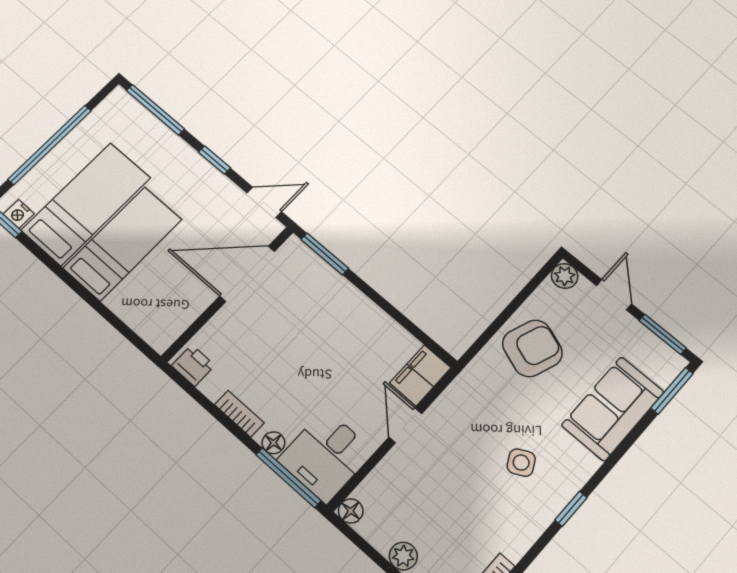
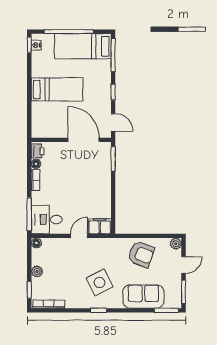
bed: (86, 204) -> (83, 46), moved, turned 180
floor lamp: (273, 443) -> (36, 164), moved
side table: (521, 463) -> (100, 282), width x1.87, depth x1.87

